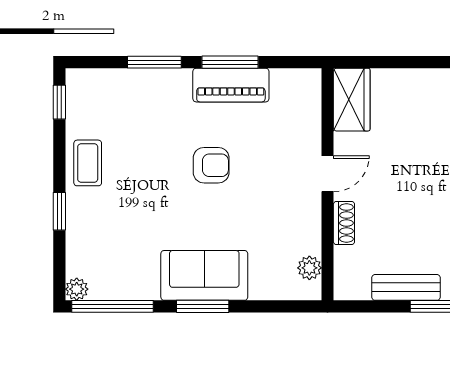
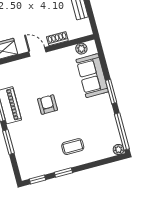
coffee table: (88, 163) -> (73, 147), moved
window: (59, 211) -> (63, 172), moved
sofa: (204, 275) -> (92, 76), moved

